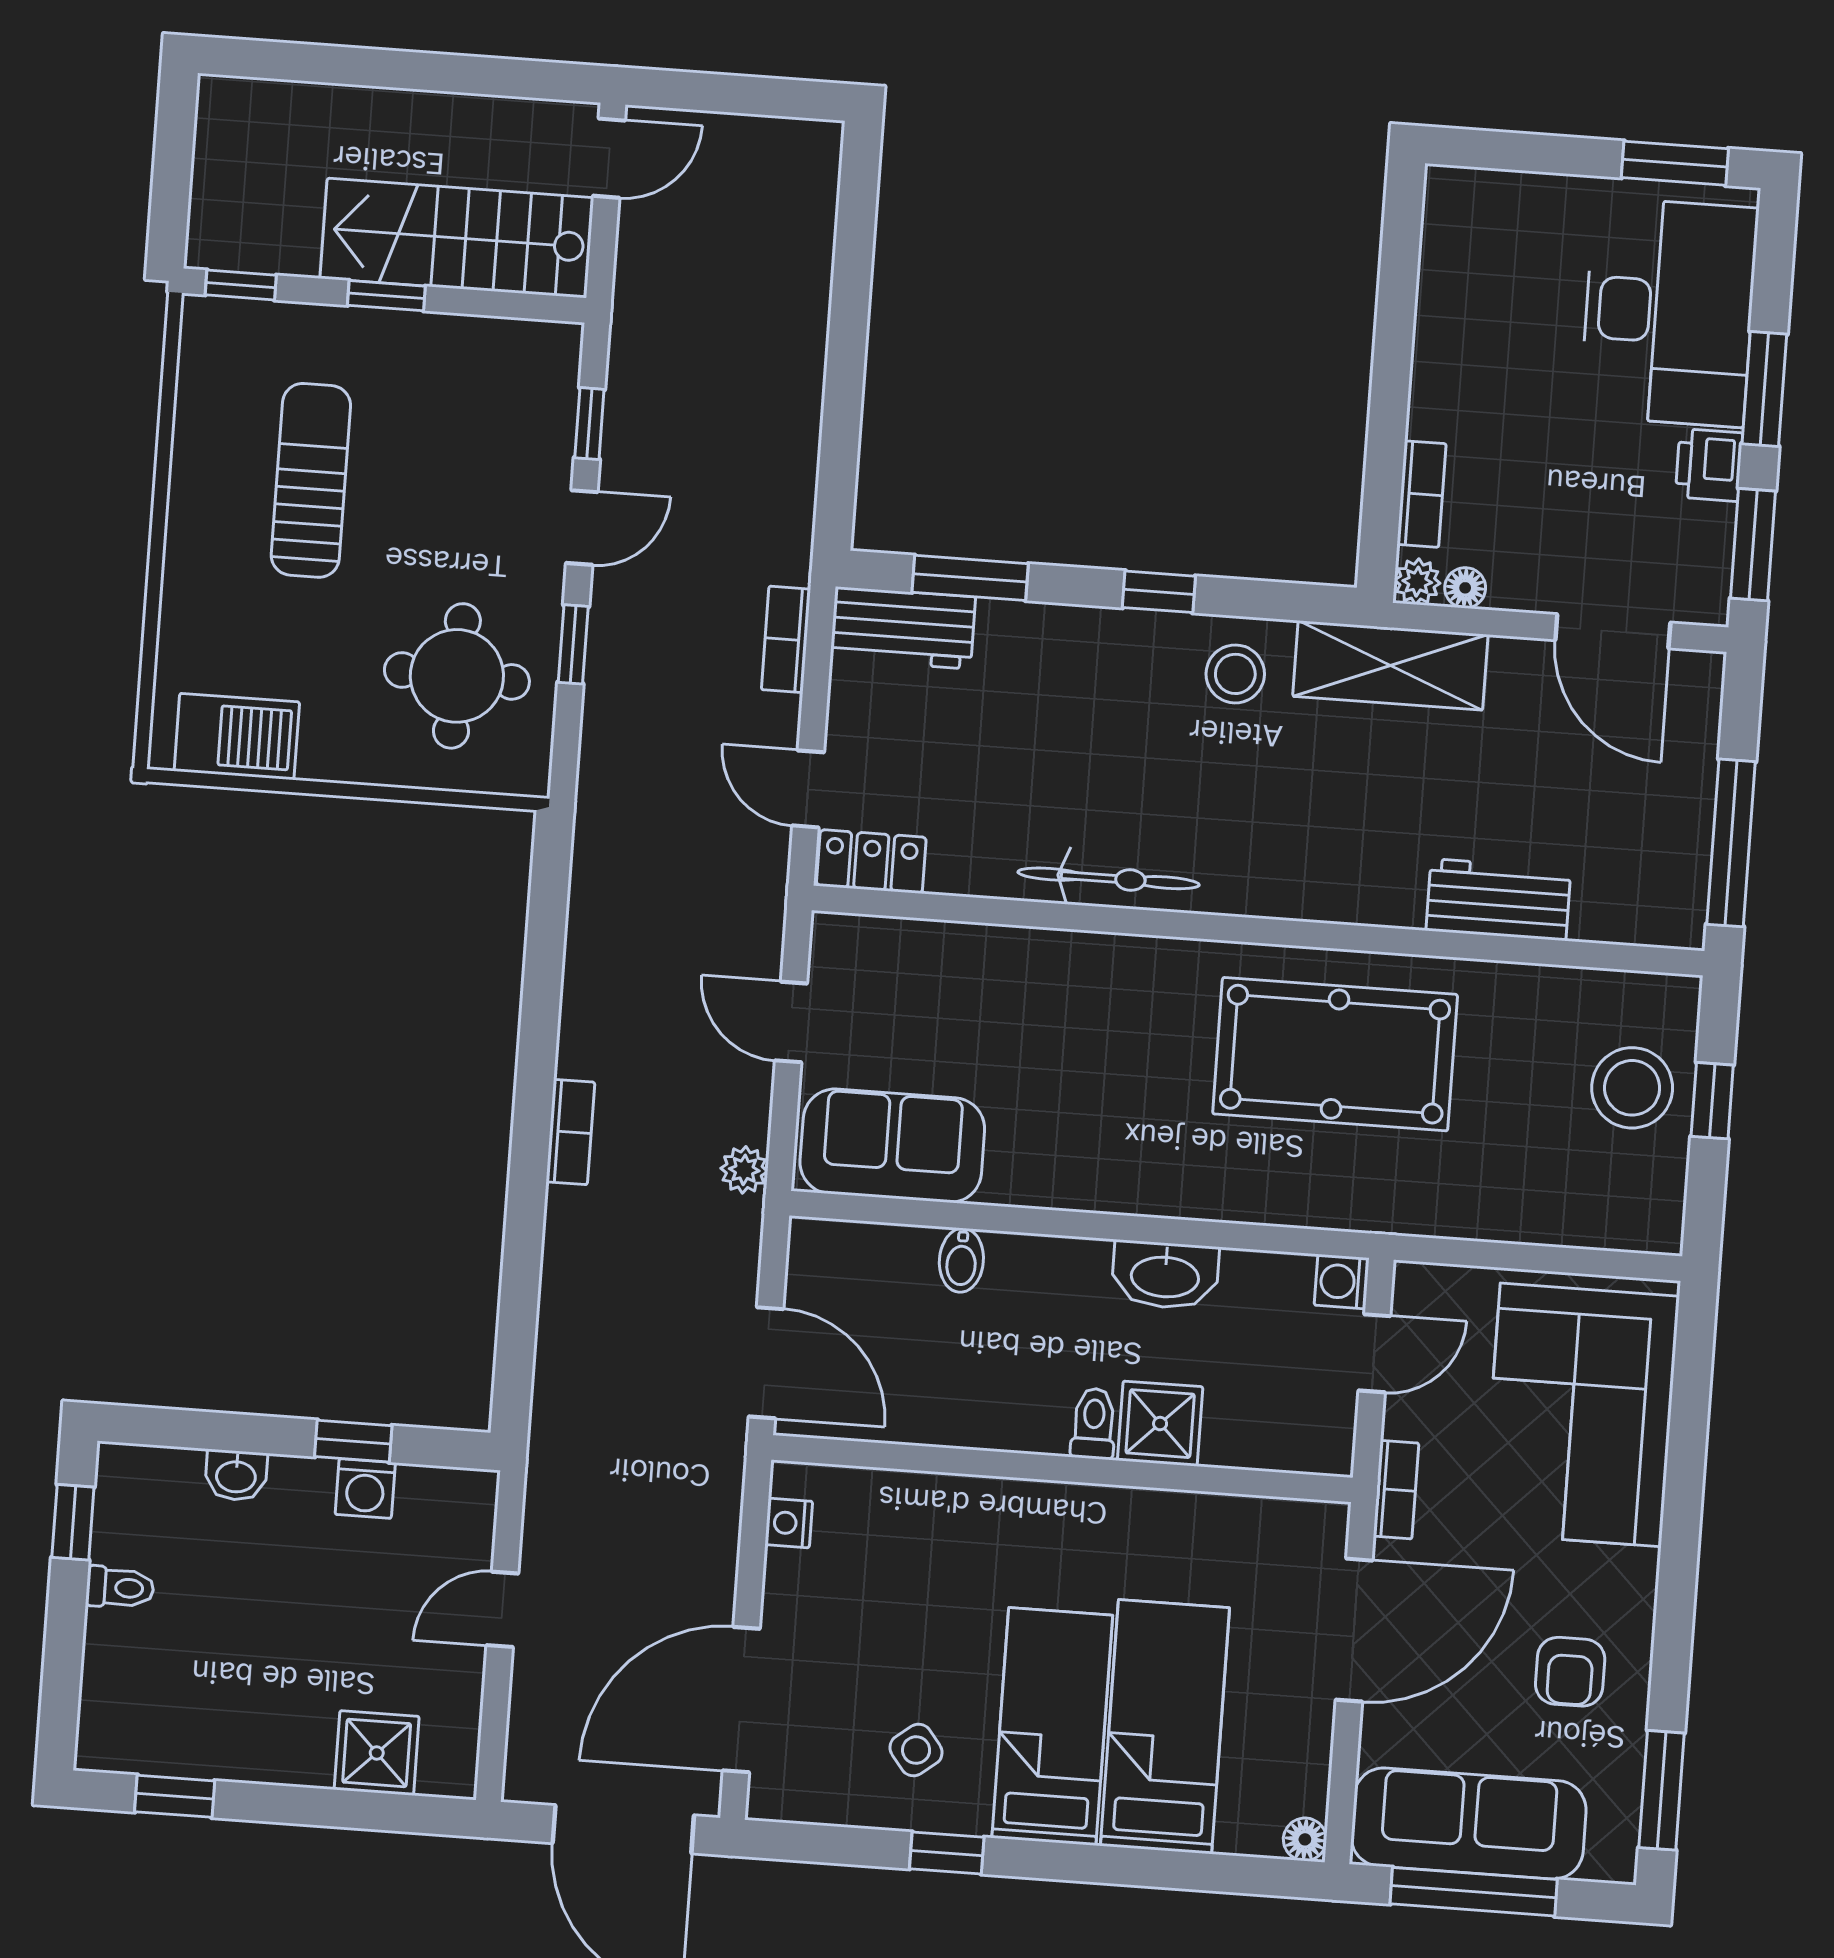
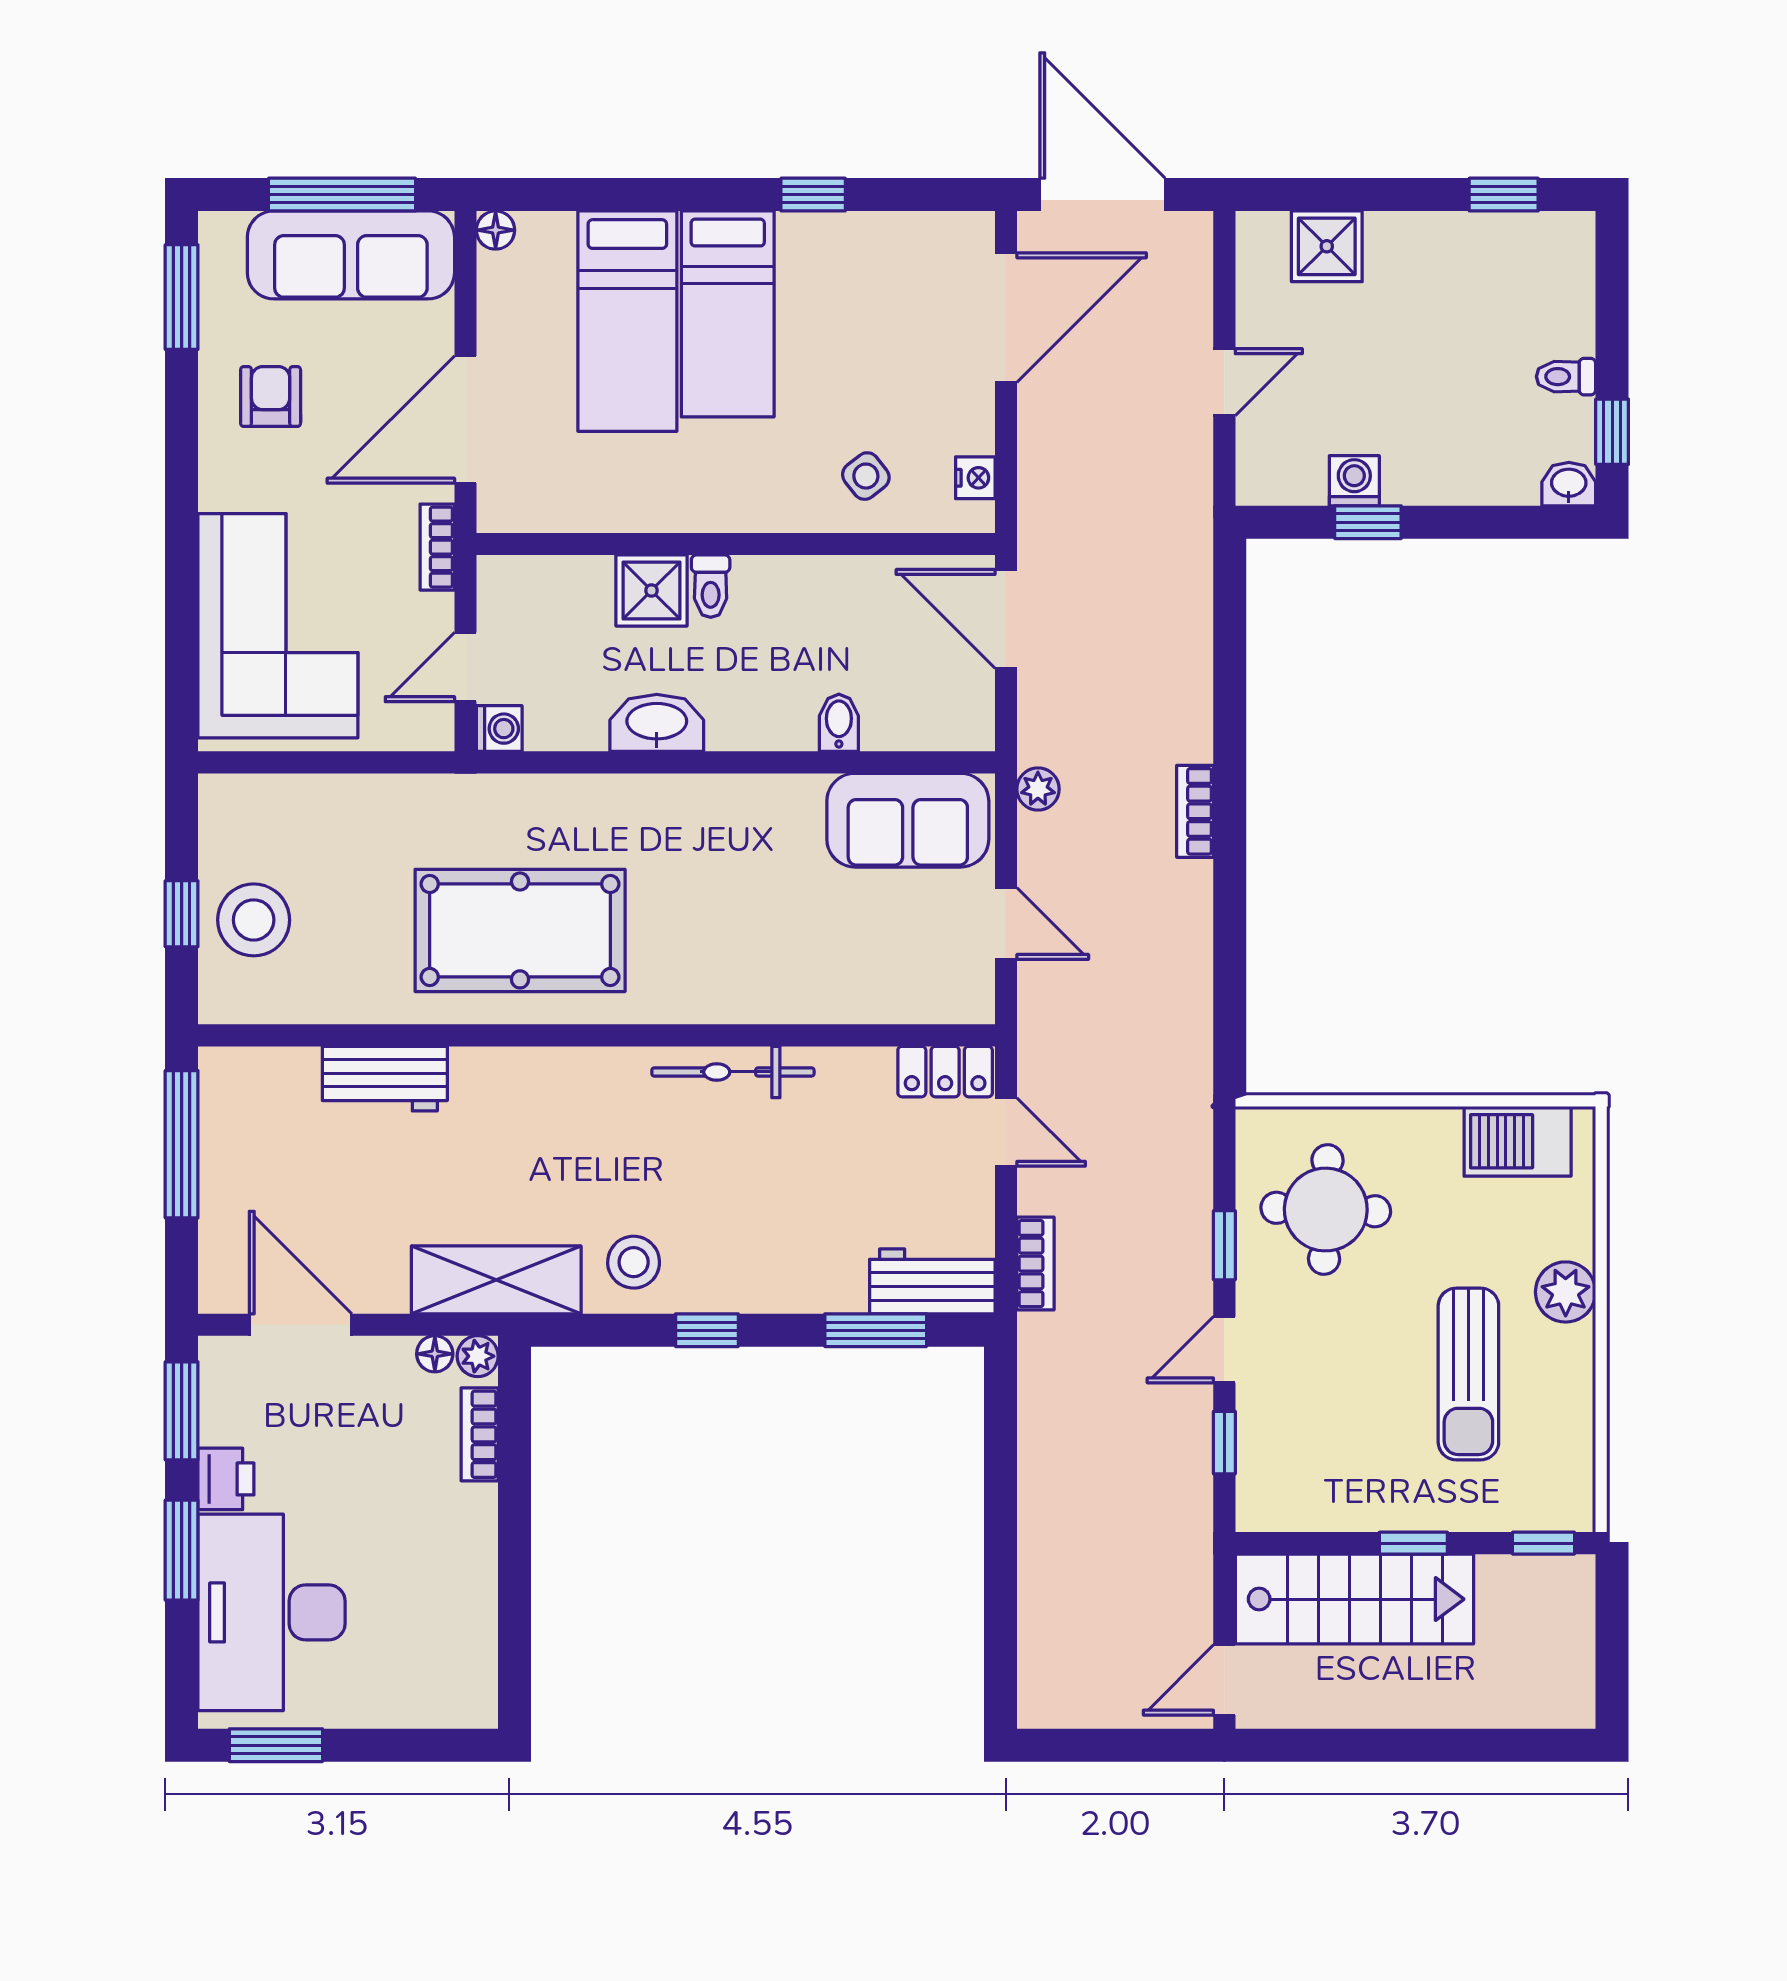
plant: (196, 564) -> (1566, 1292), added
washbasin: (236, 1475) -> (1569, 484), moved
side table: (916, 1750) -> (866, 476), moved

